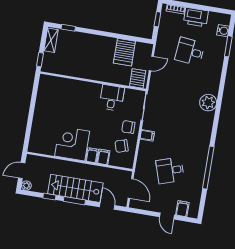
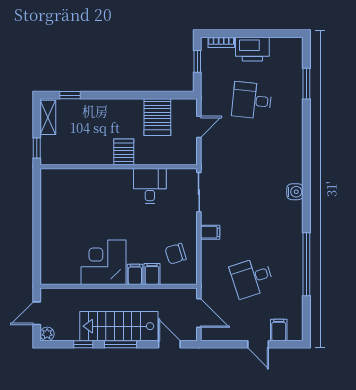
water cooler: (223, 31) -> (295, 192), moved
server rack: (138, 78) -> (124, 152), moved
plant: (208, 103) -> (291, 170), removed
chair: (128, 127) -> (181, 225), removed

